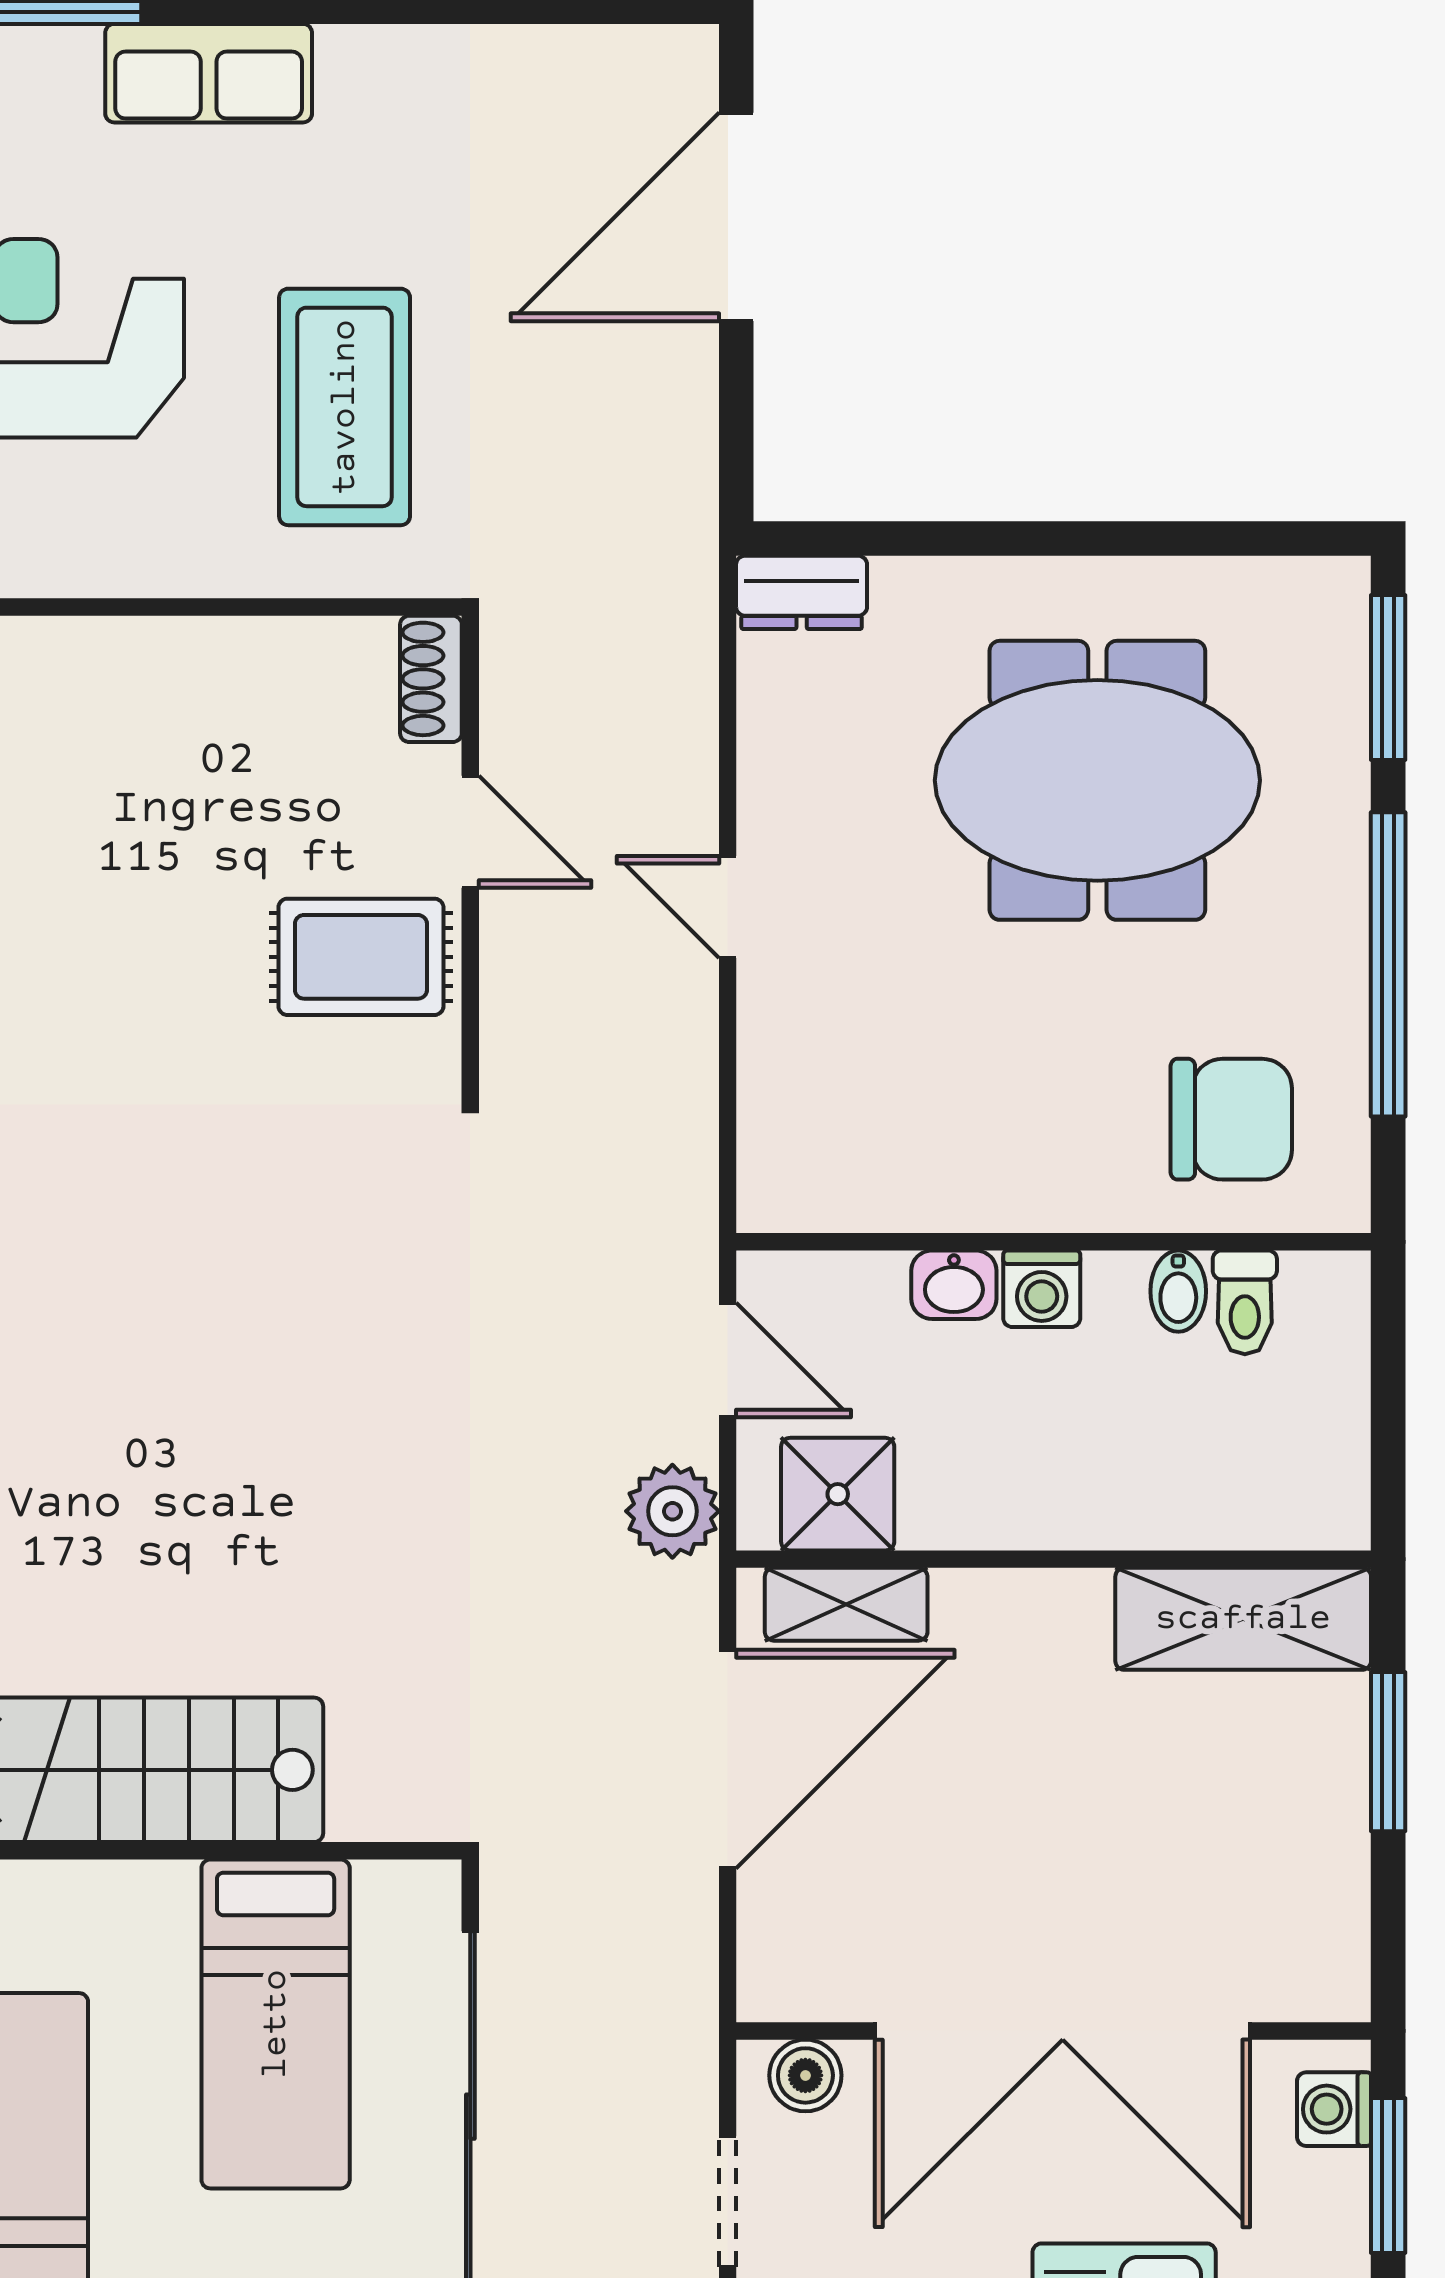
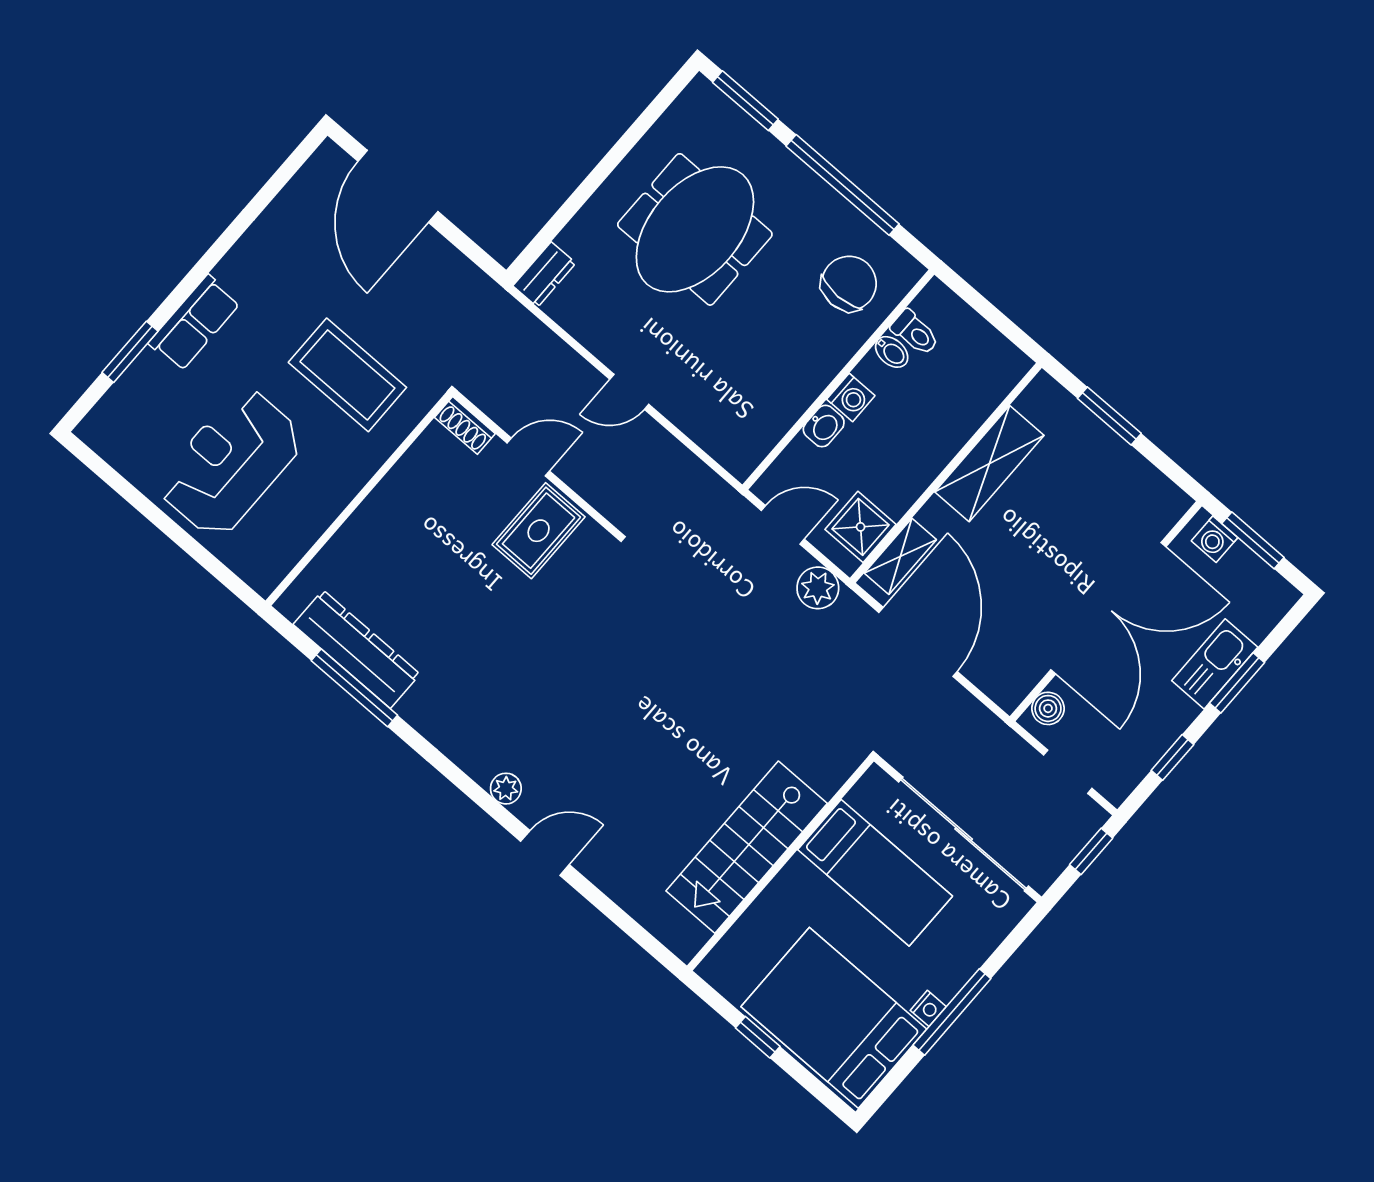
shelving: (1243, 1619) -> (989, 464), moved

